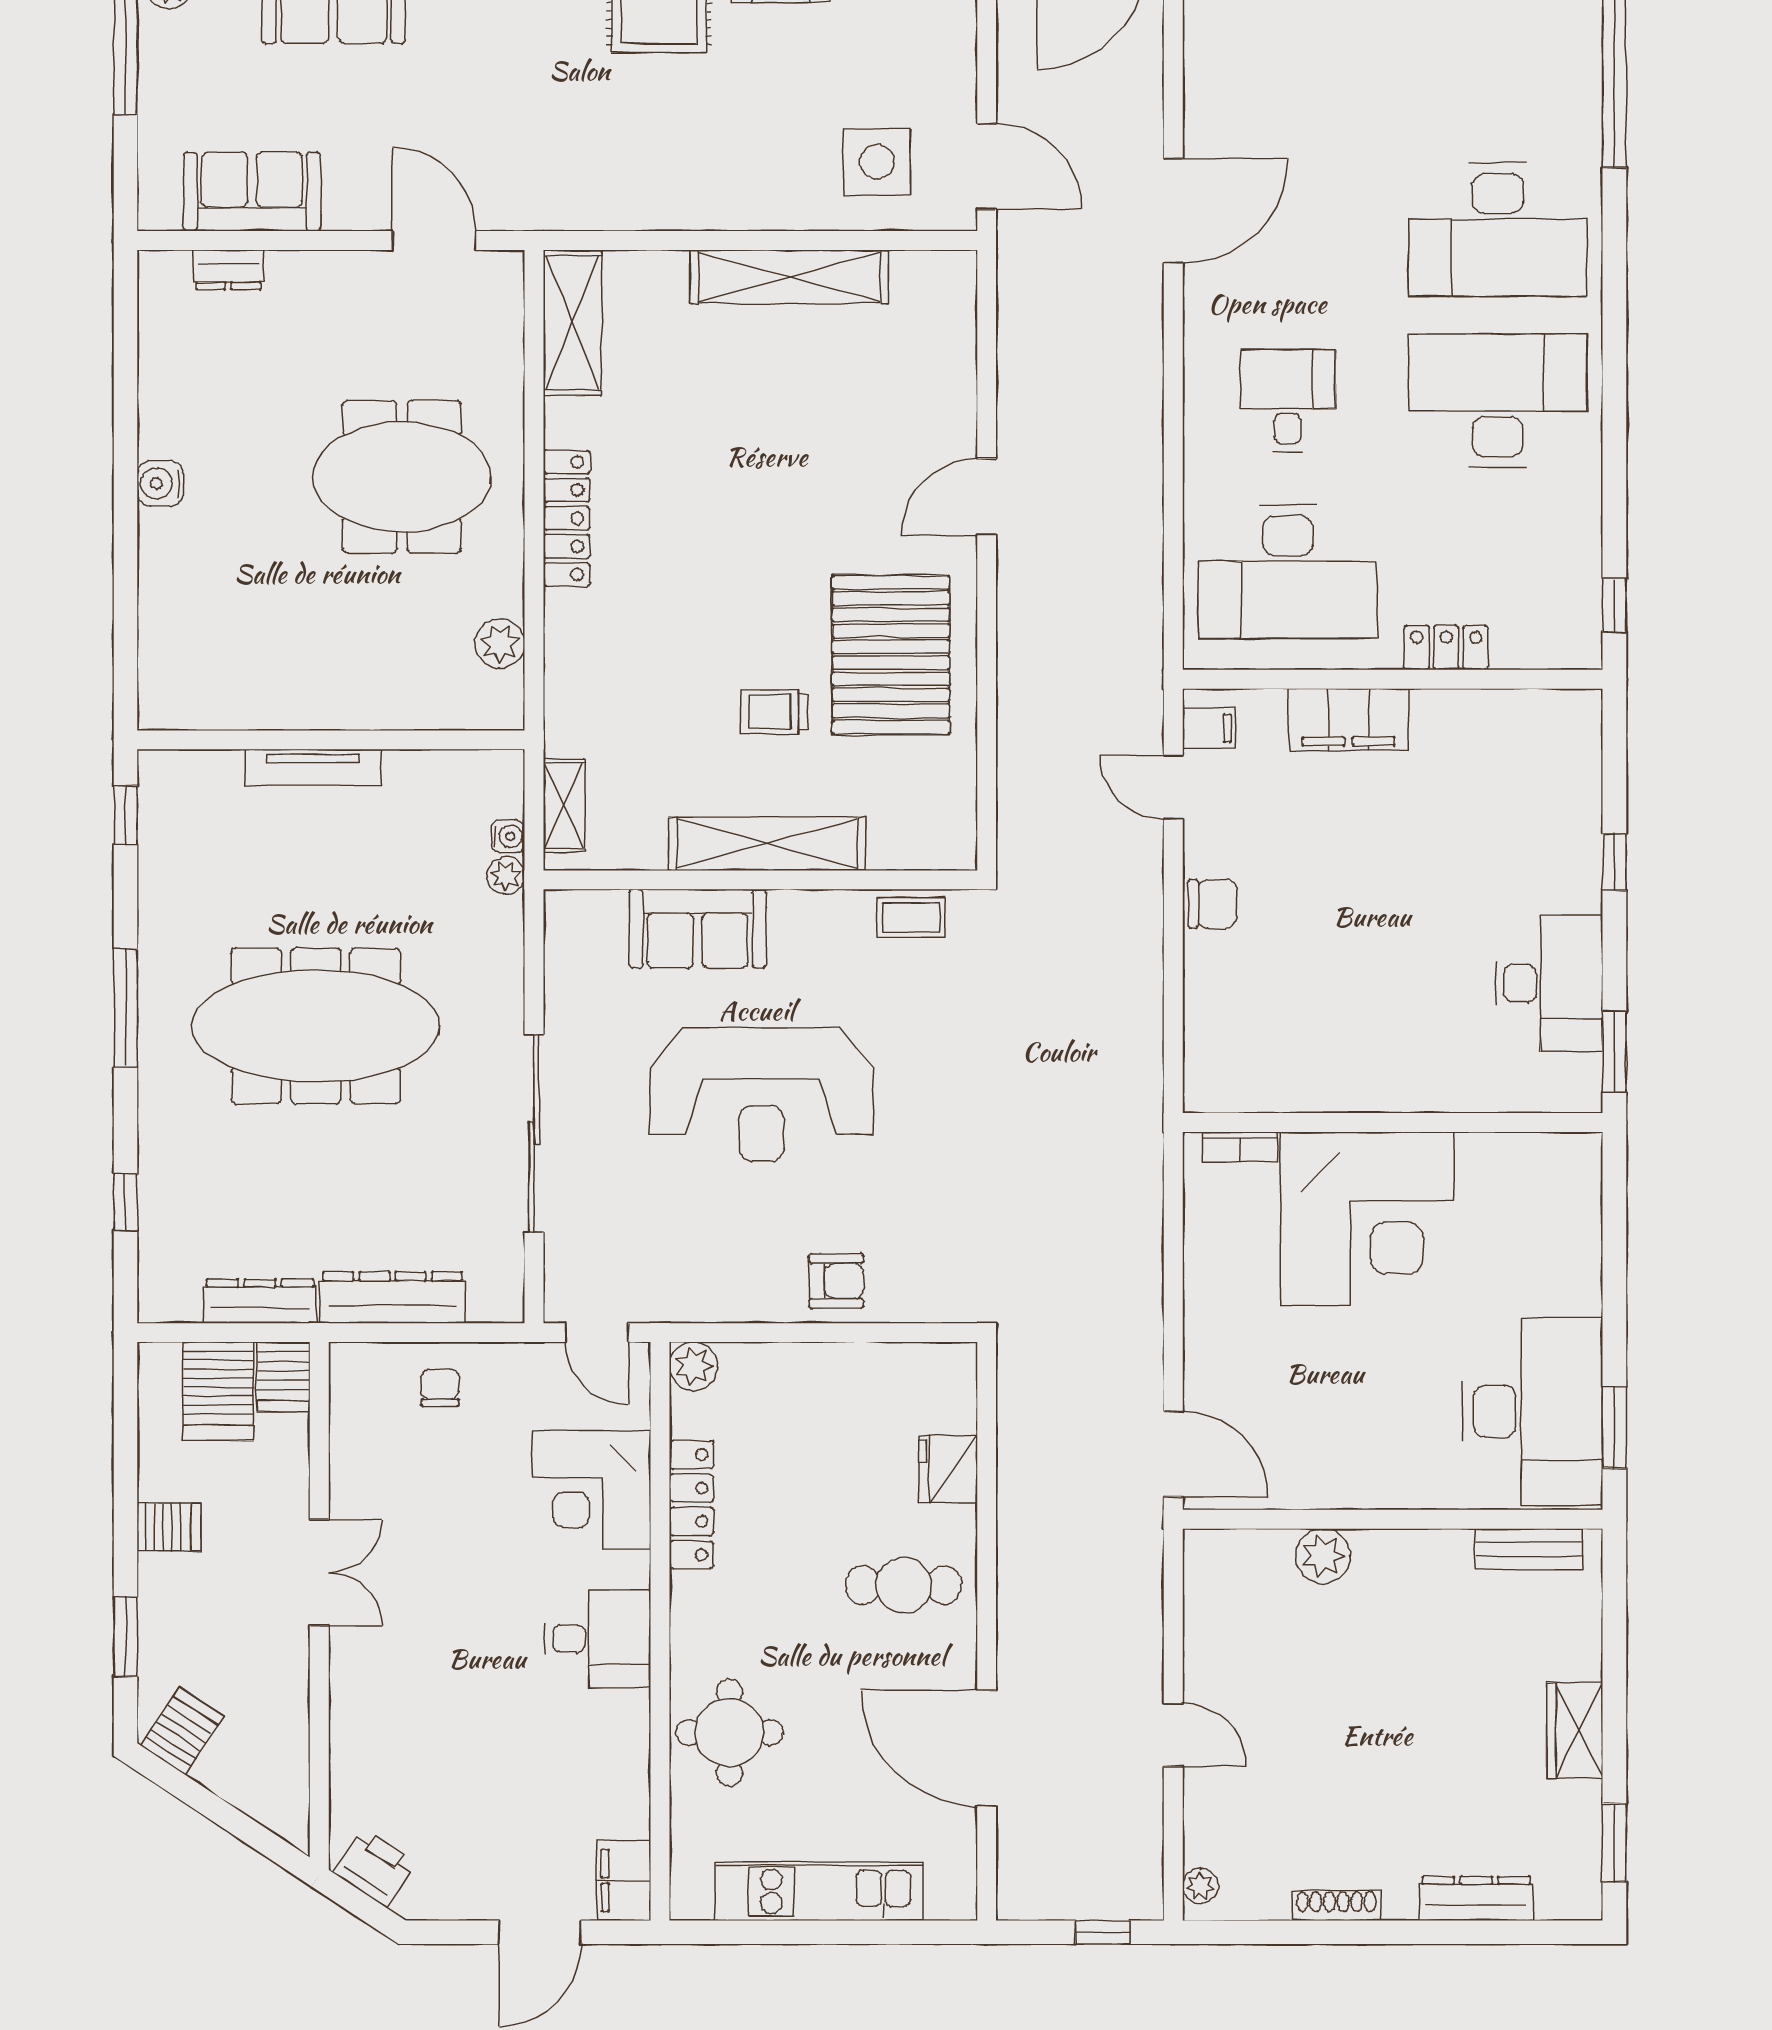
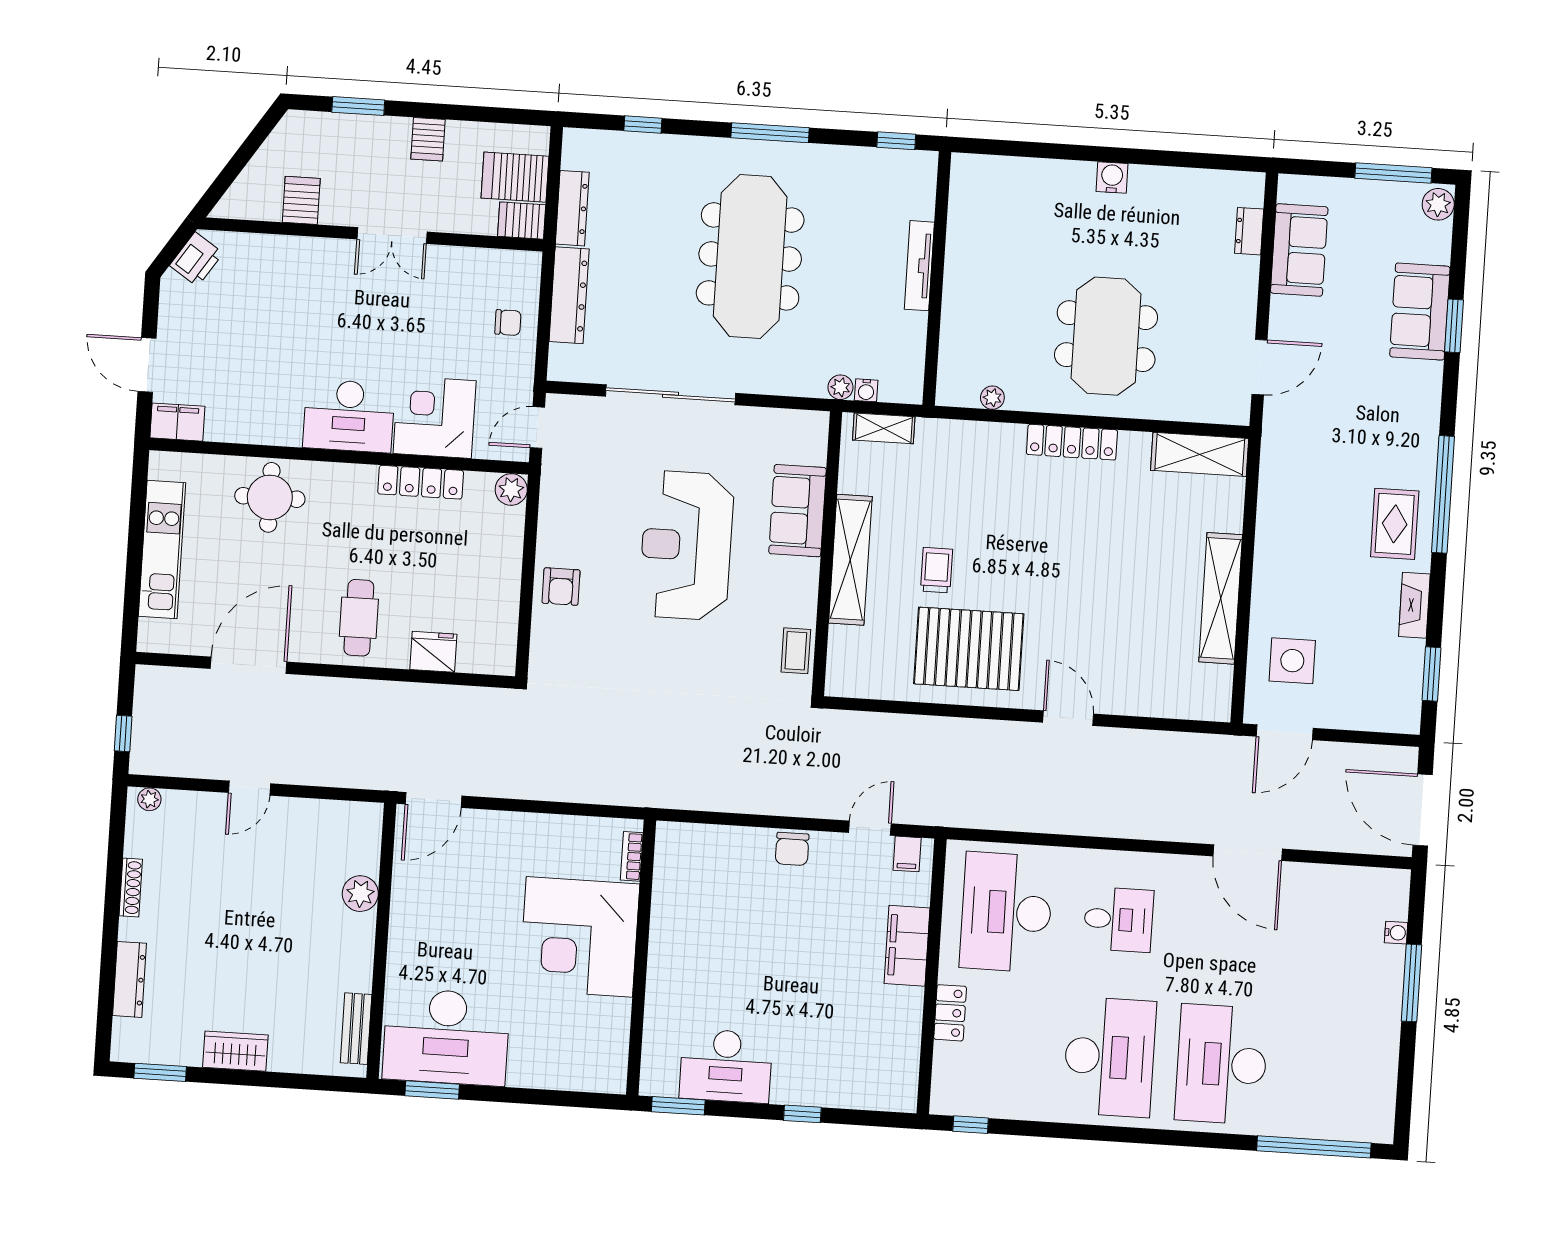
plant: (500, 644) -> (992, 398), width x0.73, depth x0.73
desk: (598, 1639) -> (349, 416), width x1.37
server rack: (182, 1731) -> (301, 200), moved, turned -123

